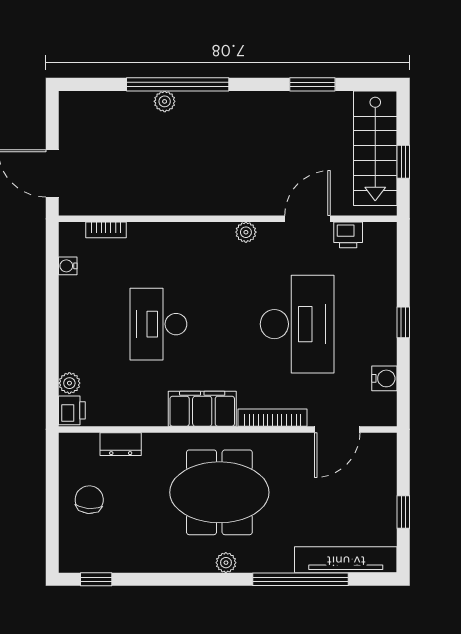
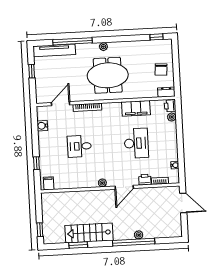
stairs: (375, 148) -> (89, 233), moved, turned -90
window: (403, 162) -> (40, 230), moved
door: (307, 219) -> (124, 187), moved
printer: (348, 235) -> (145, 180), moved
filing cabinet: (376, 238) -> (49, 183), added
window: (403, 322) -> (36, 163), moved
desk: (297, 324) -> (79, 146), width x0.53, depth x0.77
filing cabinet: (202, 409) -> (136, 108), moved
dresser: (121, 444) -> (166, 92), moved

